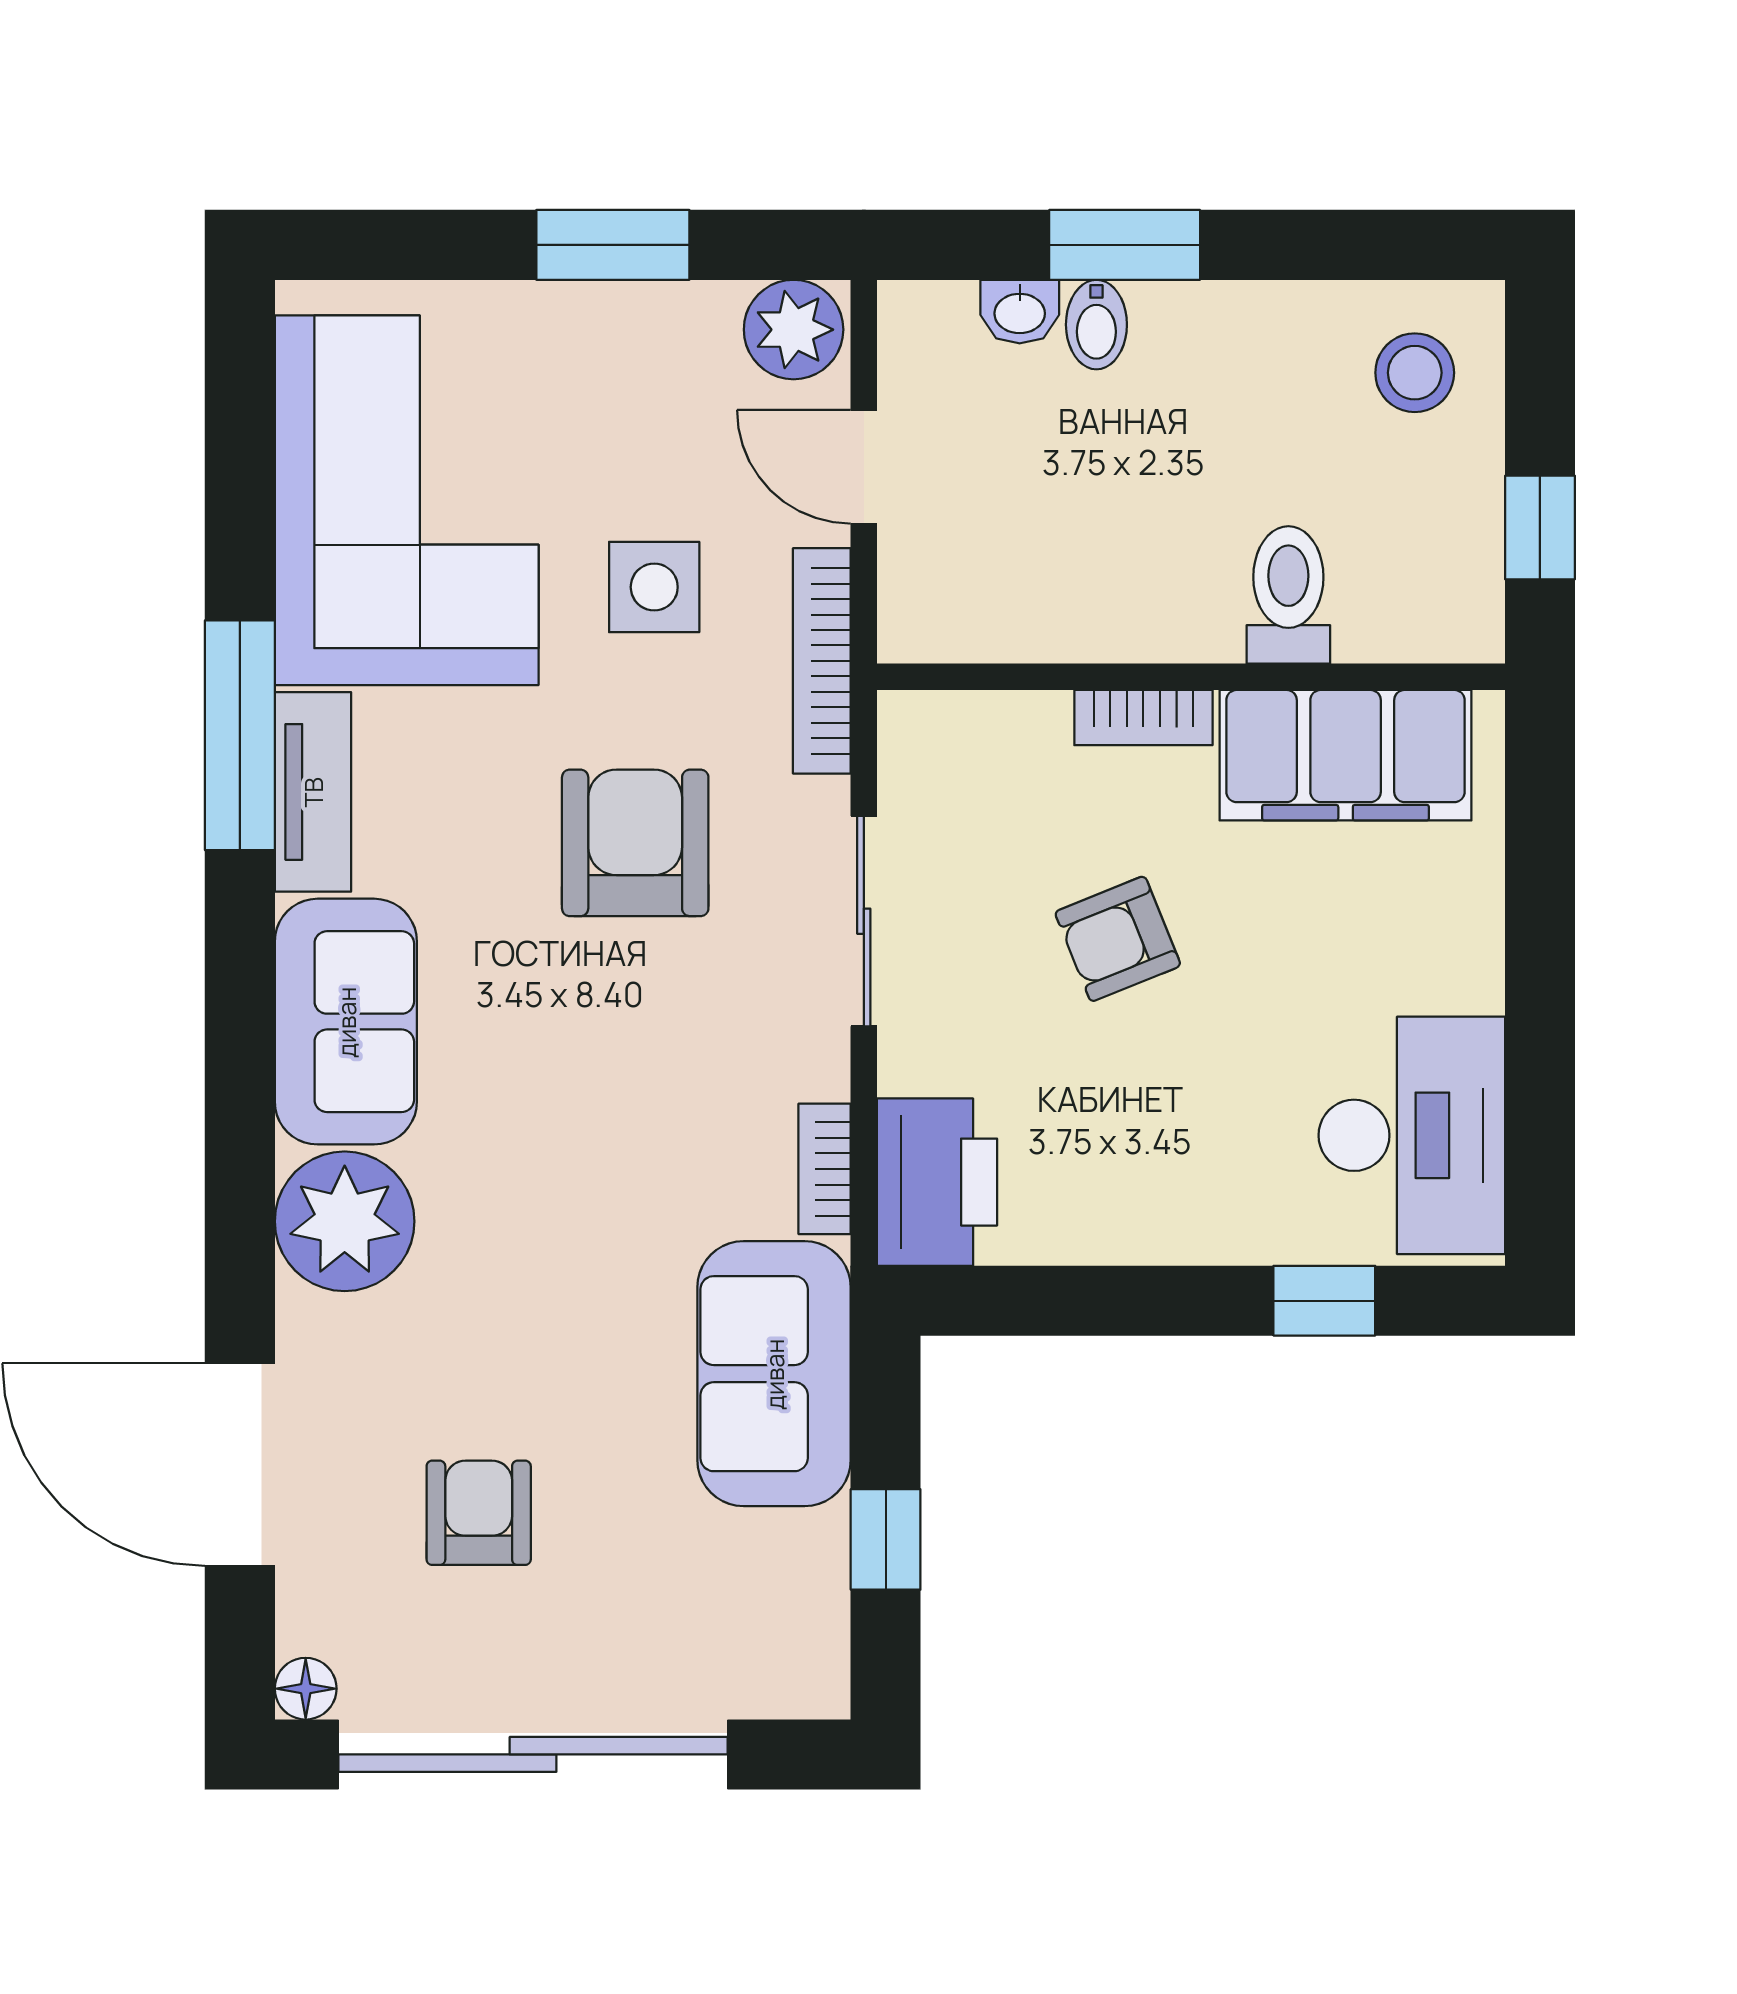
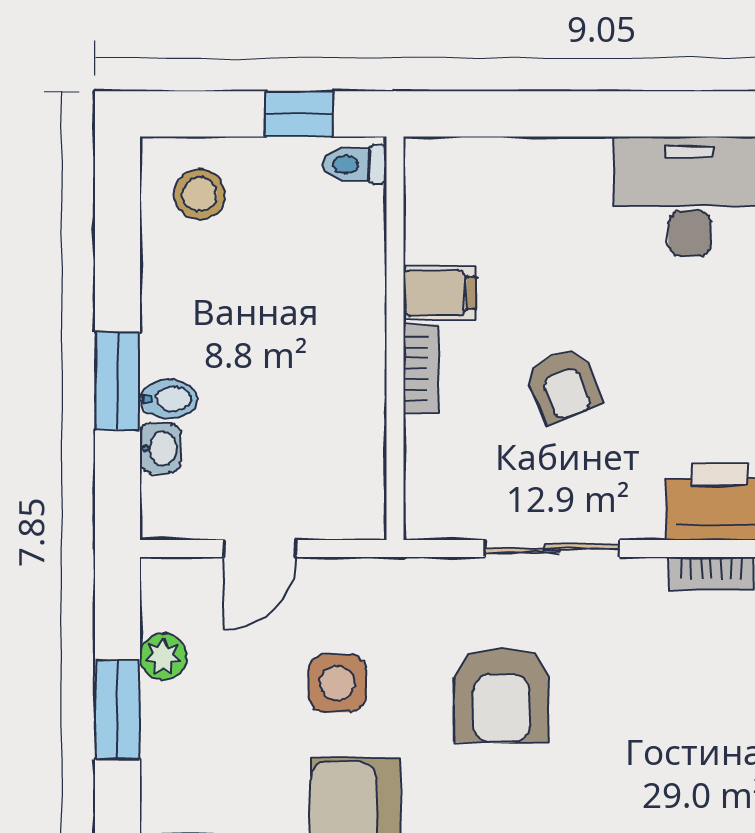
plant: (794, 330) -> (163, 656), moved, width x0.73, depth x0.73
toilet: (1288, 595) -> (355, 164), moved, width x0.73, depth x0.72
bookcase: (822, 661) -> (385, 575), removed
filing cabinet: (1346, 755) -> (439, 293), width x0.33, depth x0.86
armchair: (635, 843) -> (502, 695), turned -90

